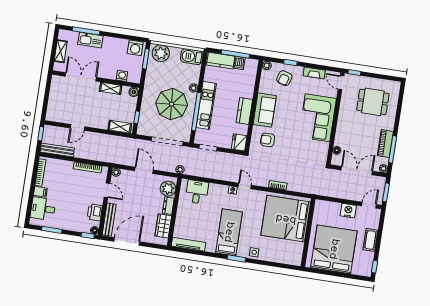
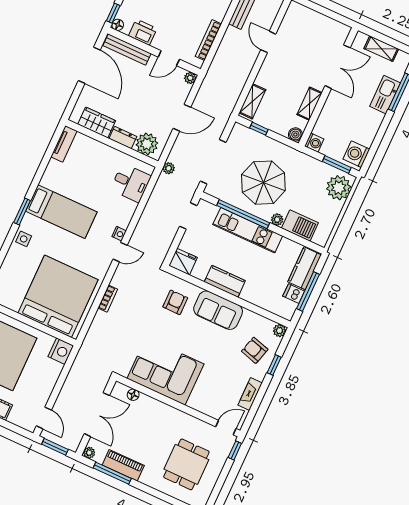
barbecue: (192, 57) -> (300, 225), moved, turned 90
washing machine: (122, 76) -> (314, 143), moved
corner sofa: (318, 118) -> (165, 371), moved
nightstand: (348, 211) -> (61, 351), moved
tv unit: (188, 244) -> (64, 144), width x0.71

